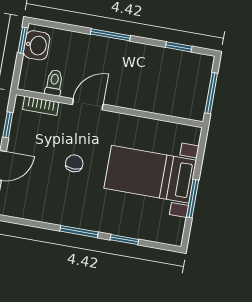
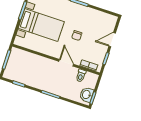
door: (88, 104) -> (66, 63), swing flipped

